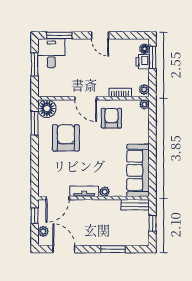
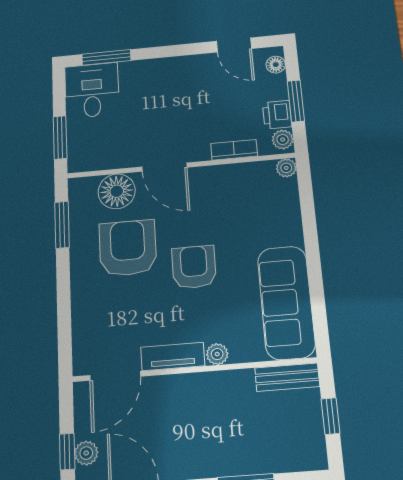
door: (100, 35) -> (234, 45), moved
window: (152, 57) -> (296, 101), moved
printer: (143, 62) -> (277, 115), moved
window: (35, 64) -> (60, 137), moved
floor lamp: (47, 109) -> (117, 191), moved
armchair: (111, 118) -> (194, 267), moved
window: (35, 216) -> (67, 452), moved

